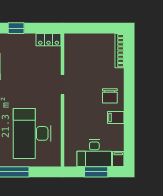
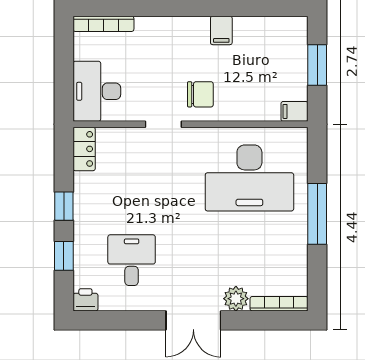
chair: (110, 96) -> (200, 94), moved
desk: (94, 153) -> (97, 91), moved, turned 180
filing cabinet: (118, 159) -> (295, 111), moved

